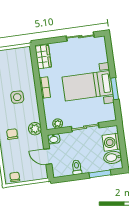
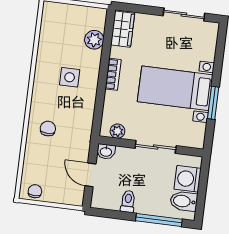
plant: (35, 129) -> (94, 40), moved
window: (100, 174) -> (159, 220), width x1.44

